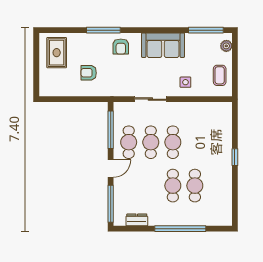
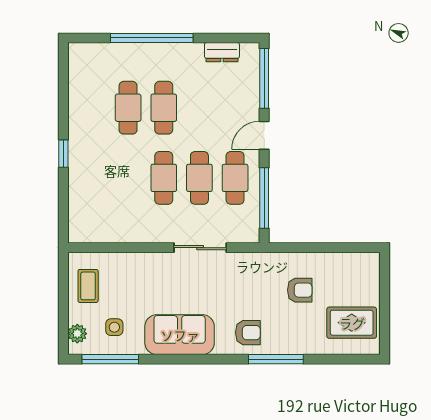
armchair: (121, 46) -> (248, 333), turned 90
rug: (57, 53) -> (352, 323), turned 90
side table: (185, 82) -> (114, 327), moved

